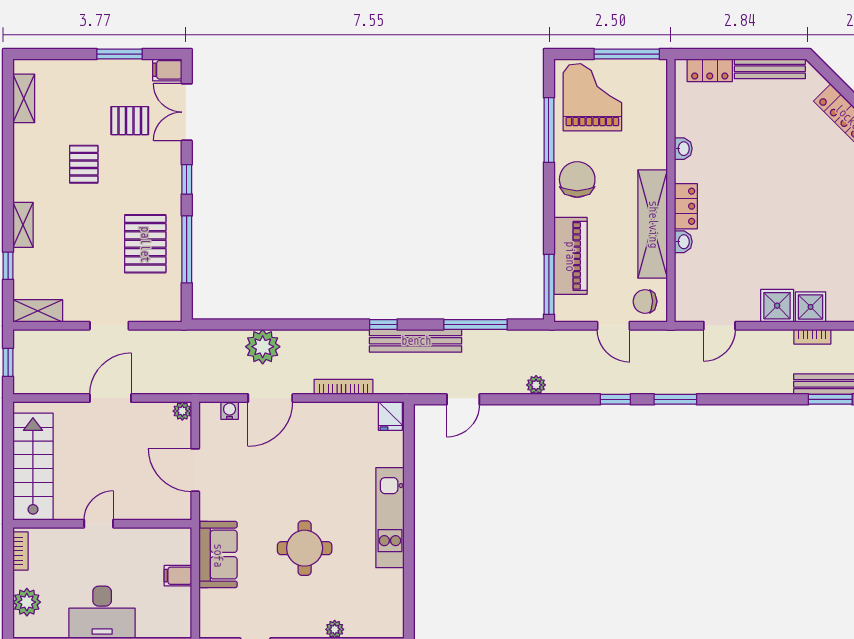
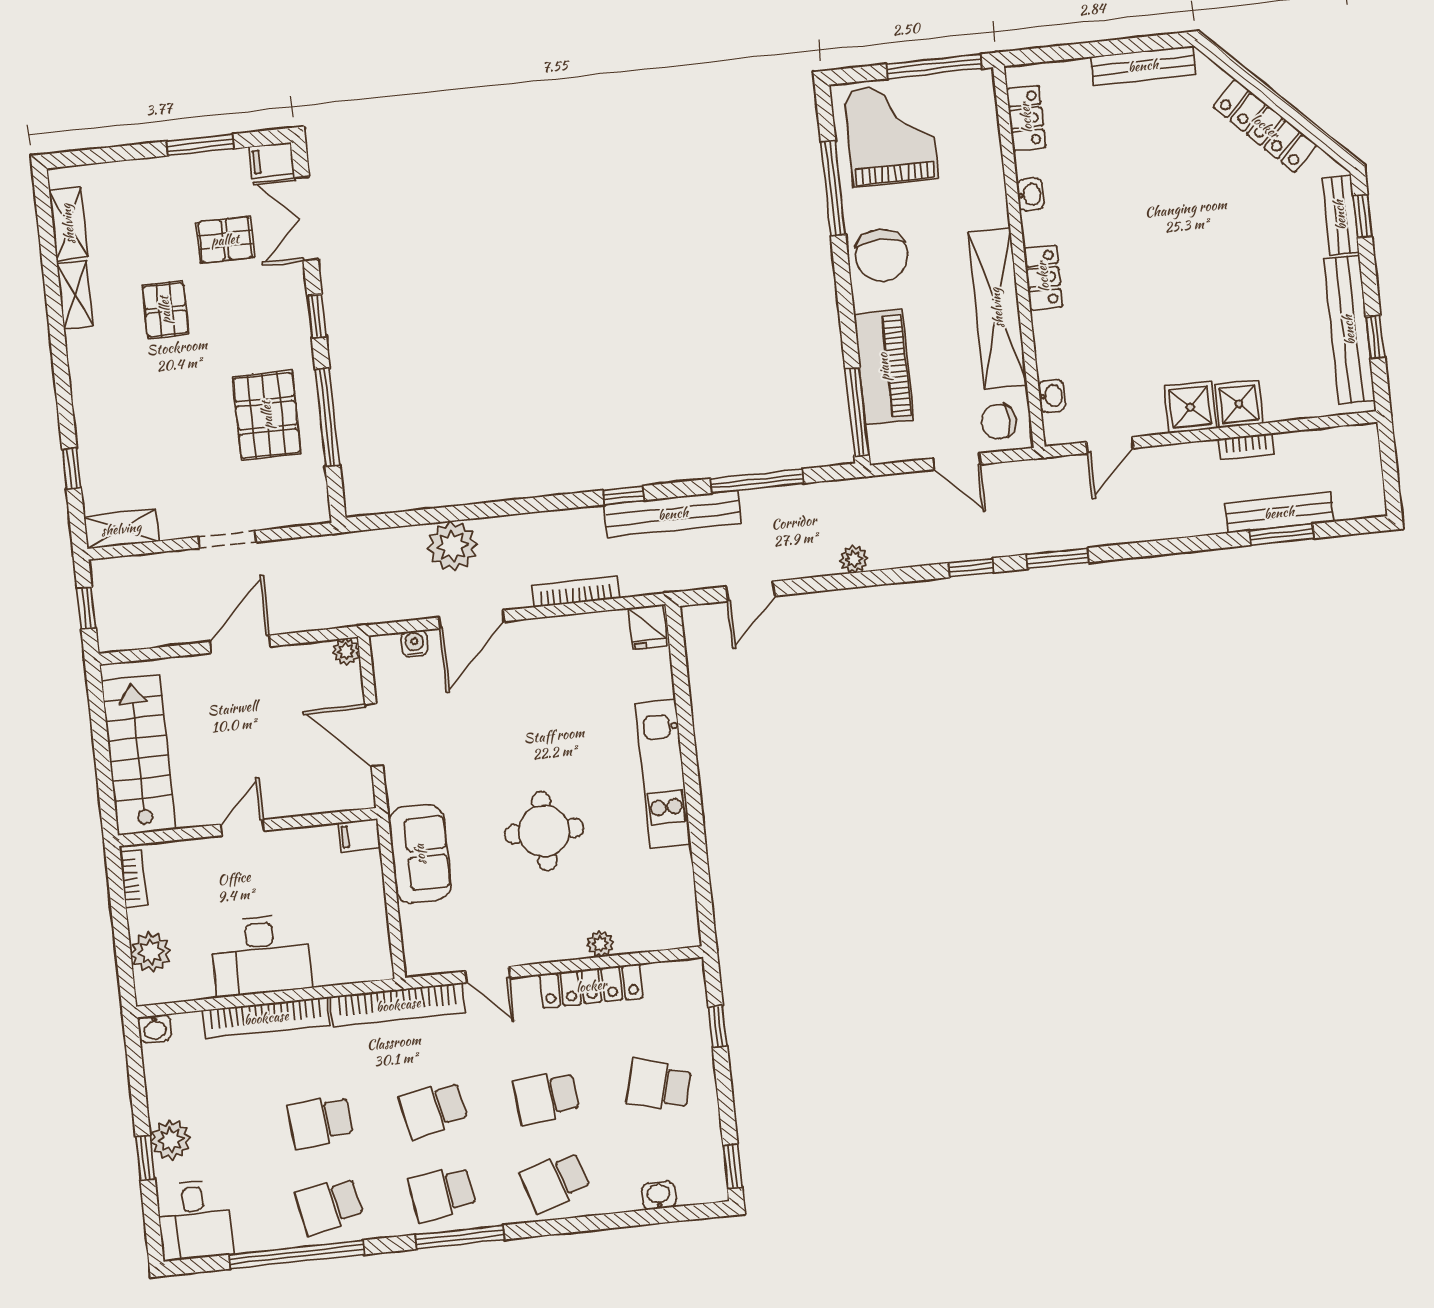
locker: (710, 70) -> (1026, 118), moved, turned -90
chair: (577, 179) -> (882, 255), turned 180
shelving: (23, 225) -> (75, 295), moved
washbasin: (683, 242) -> (1052, 396), moved
filing cabinet: (178, 576) -> (359, 835), moved

